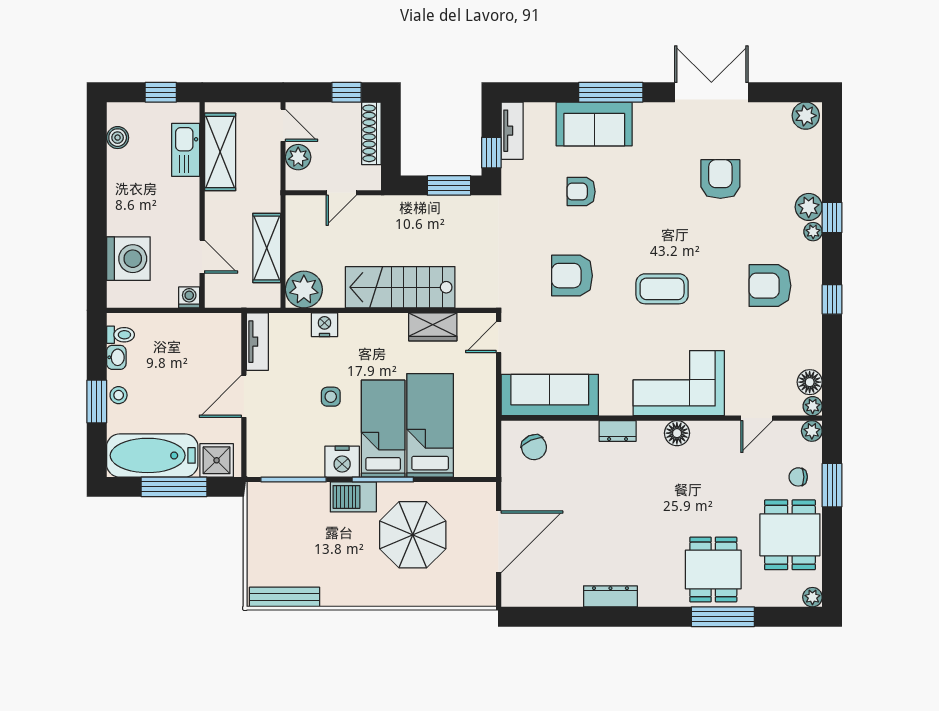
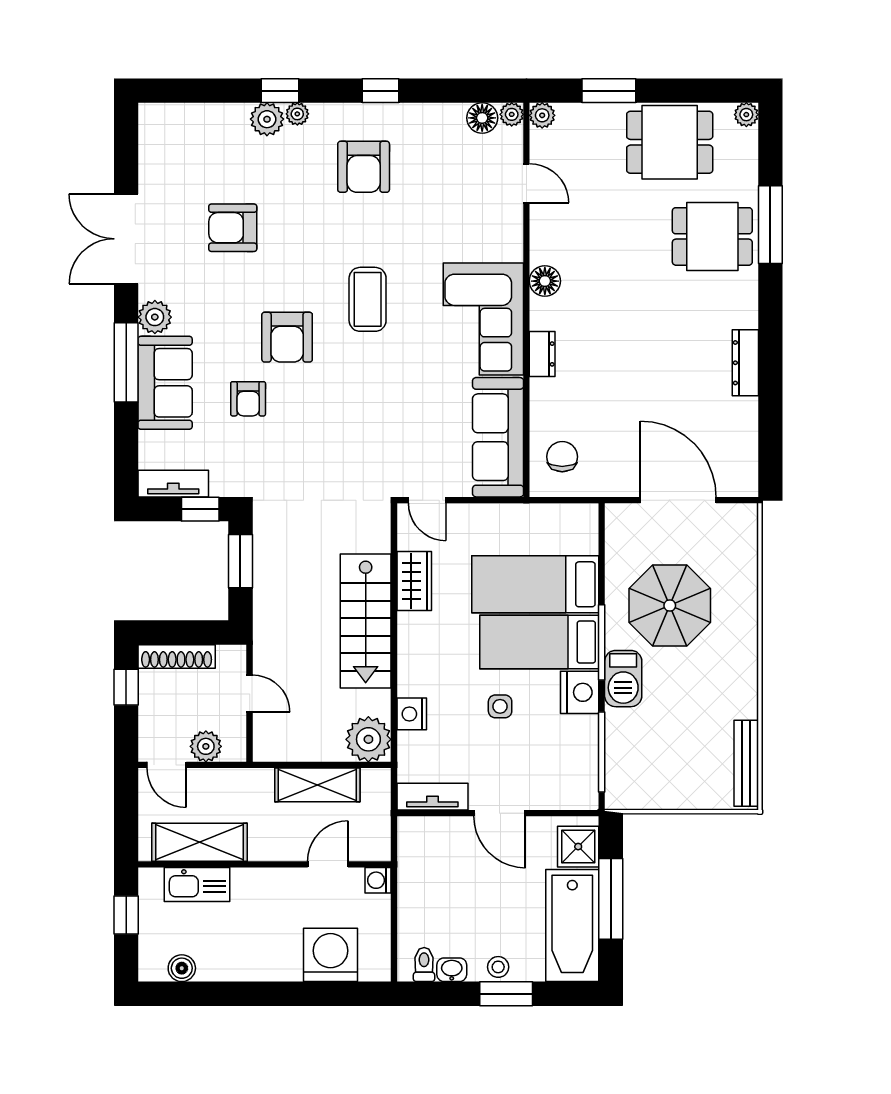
plant: (806, 116) -> (155, 317), moved
door: (283, 125) -> (167, 765), swing flipped
armchair: (572, 276) -> (287, 337), moved
corner sofa: (679, 383) -> (483, 319), moved
chair: (534, 447) -> (562, 457), turned -66
chair: (798, 477) -> (599, 132), removed

